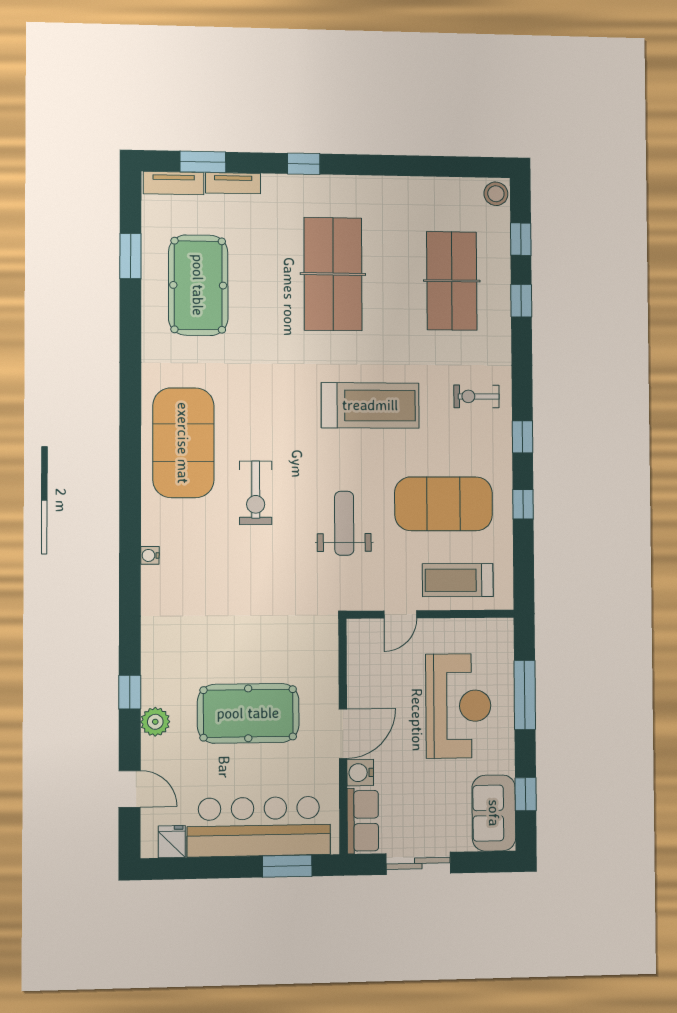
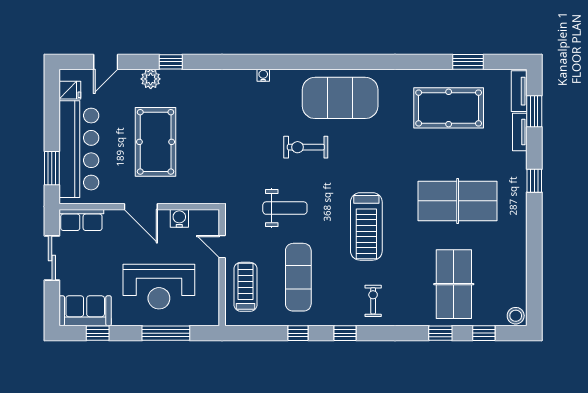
table tennis table: (452, 281) -> (454, 284), turned 90
exercise mat: (444, 504) -> (298, 277), width x0.68
water cooler: (360, 773) -> (179, 218), moved

